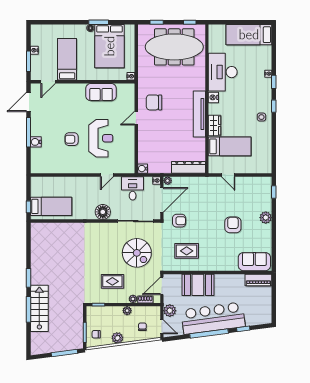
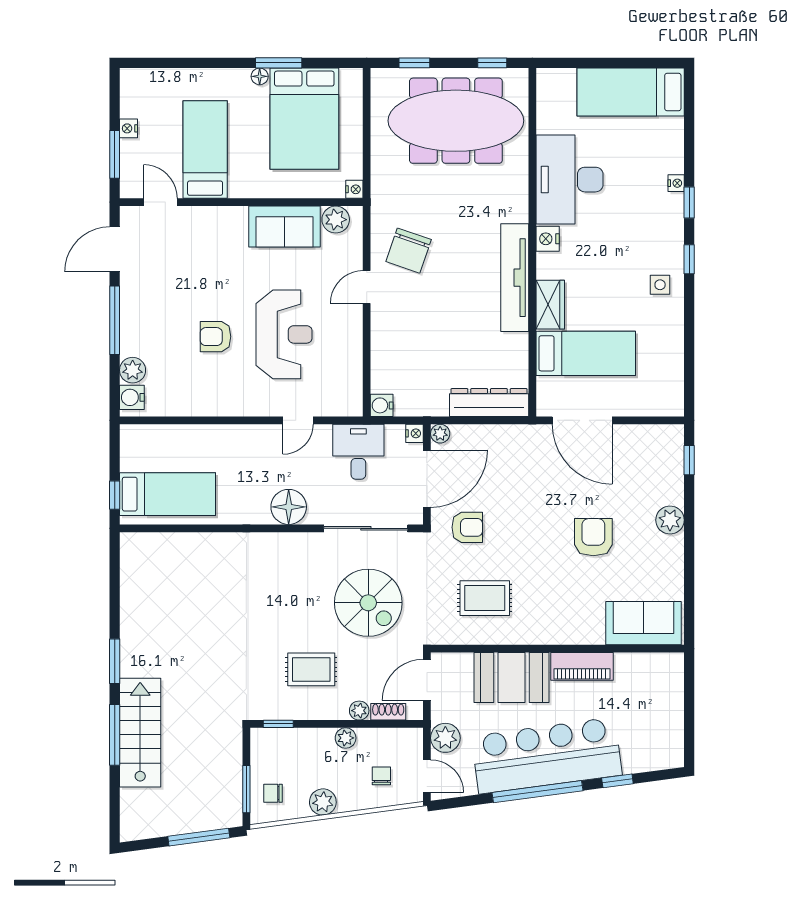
door: (48, 82) -> (160, 202), swing flipped
plant: (123, 89) -> (336, 220), added
chair: (154, 102) -> (409, 251), turned -71
water cooler: (36, 142) -> (132, 397), moved
plant: (36, 154) -> (133, 370), added
door: (228, 175) -> (582, 420), width x1.87
piano: (258, 280) -> (582, 666), moved

